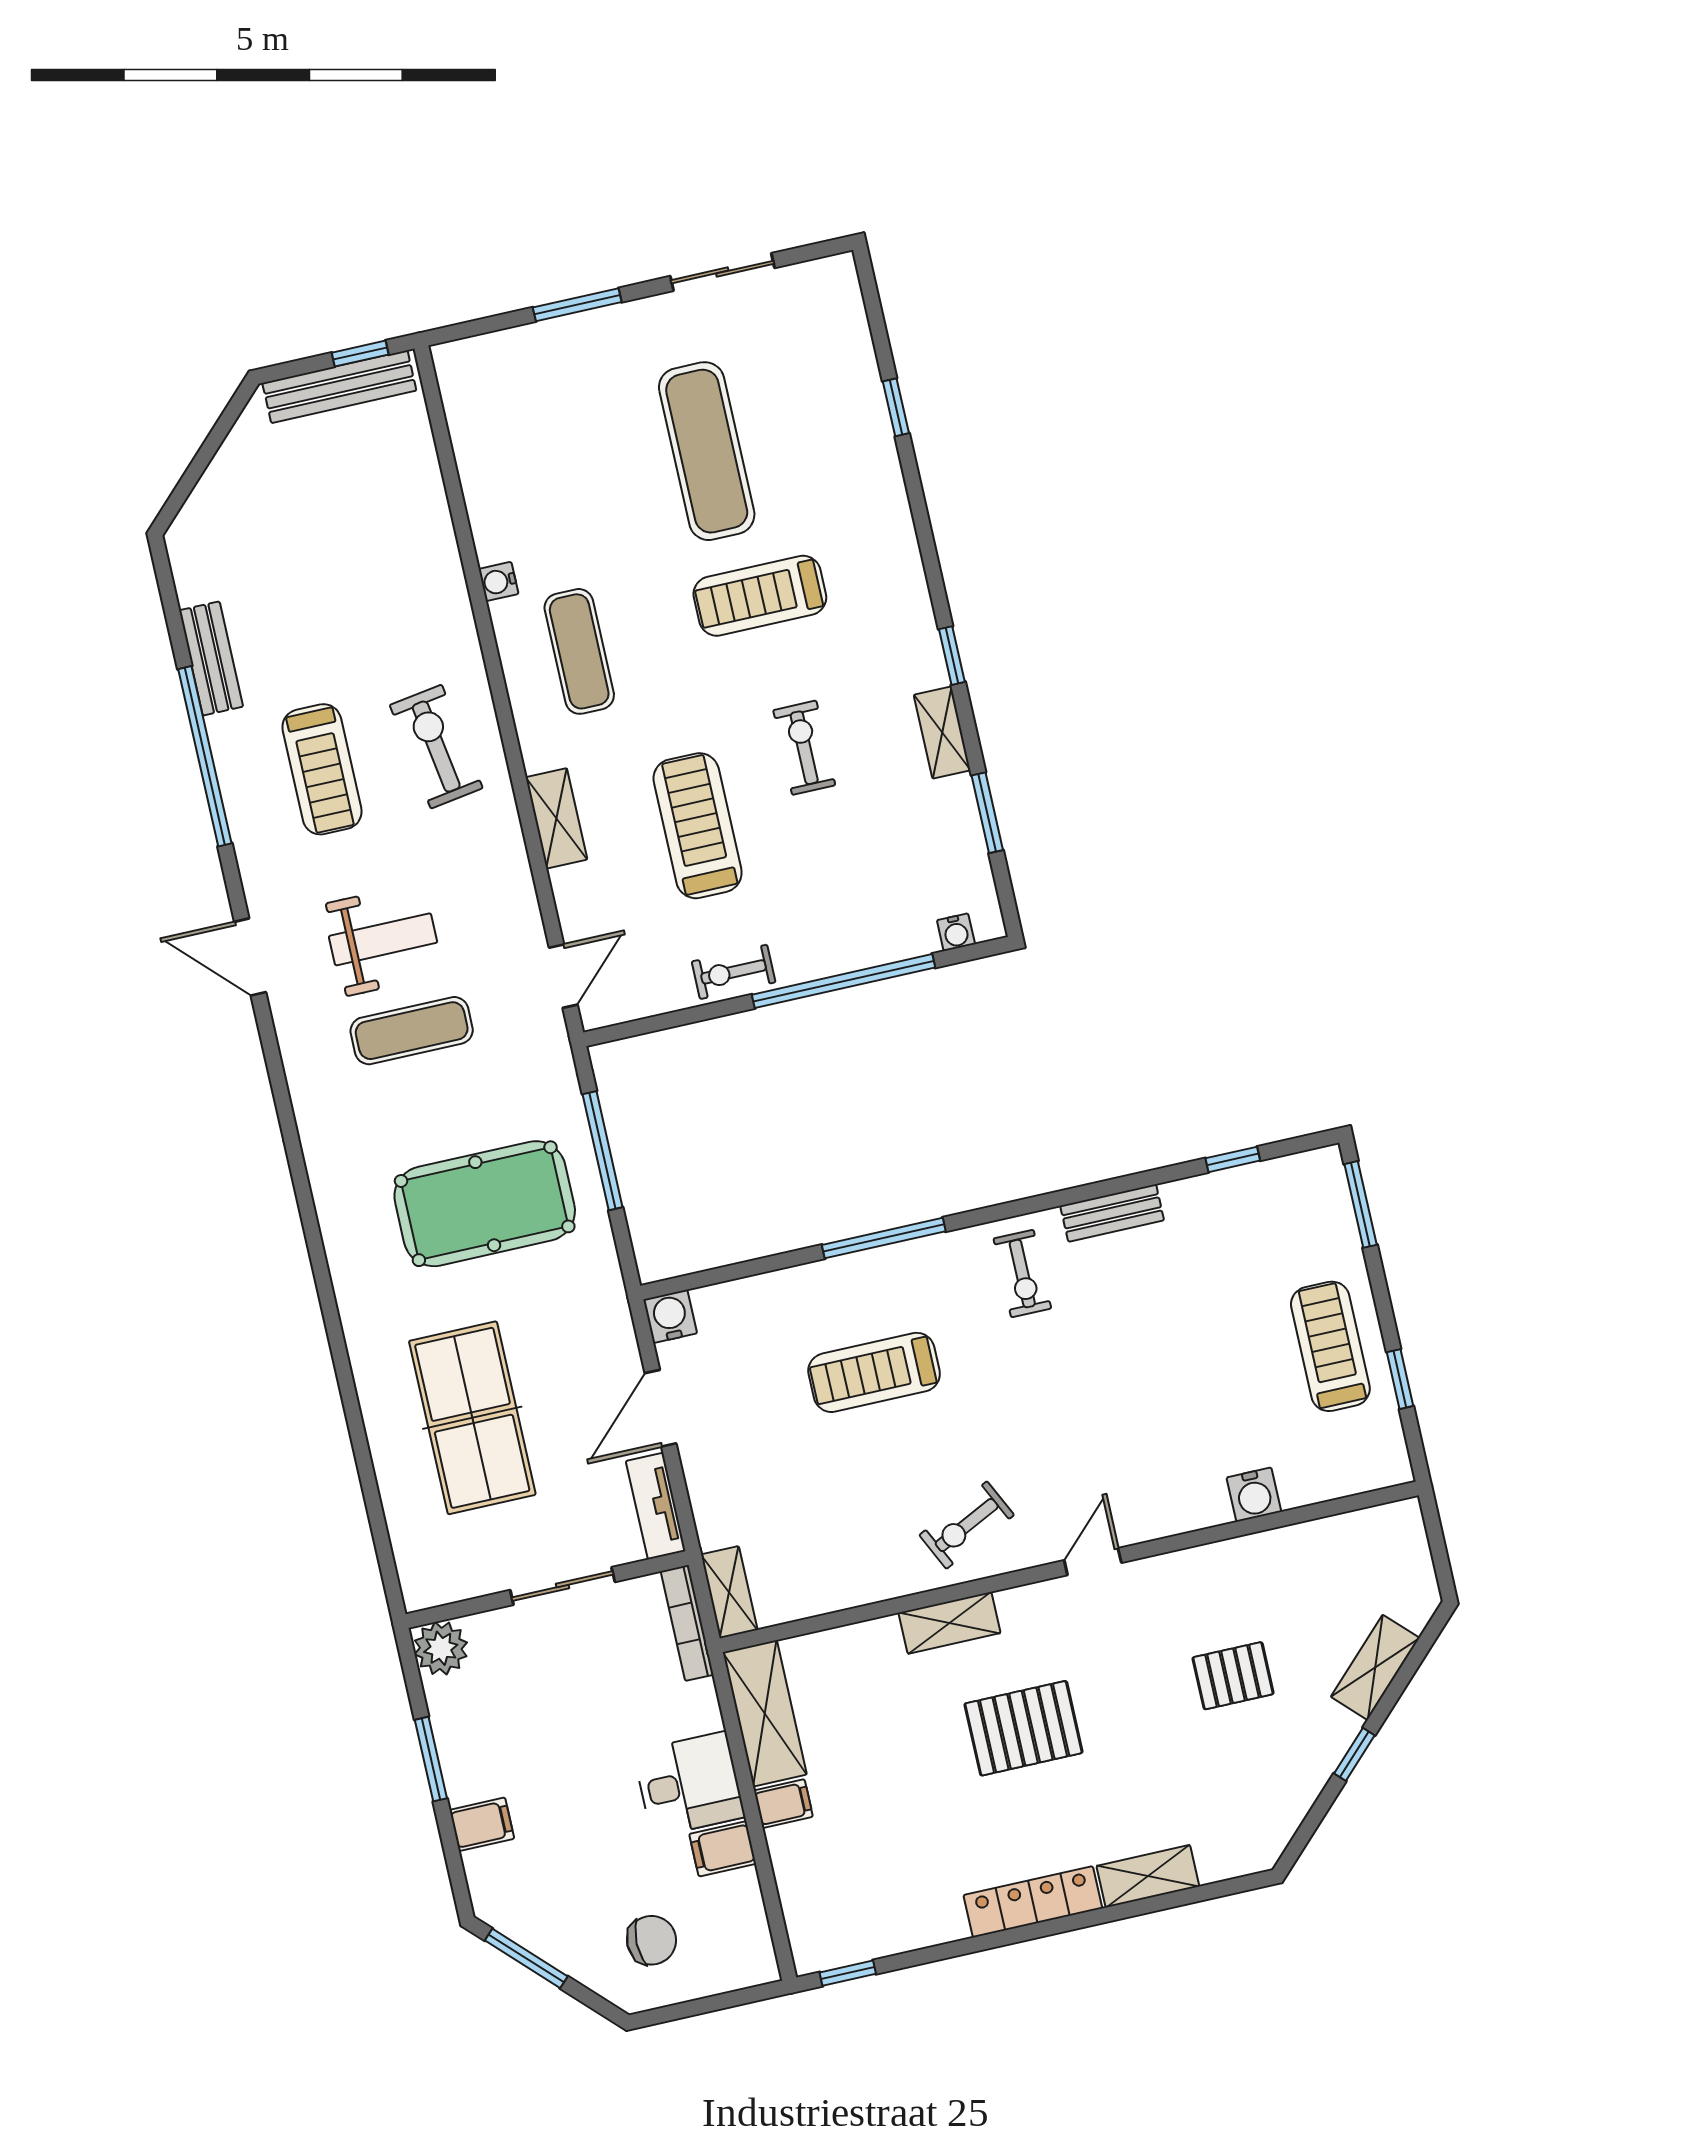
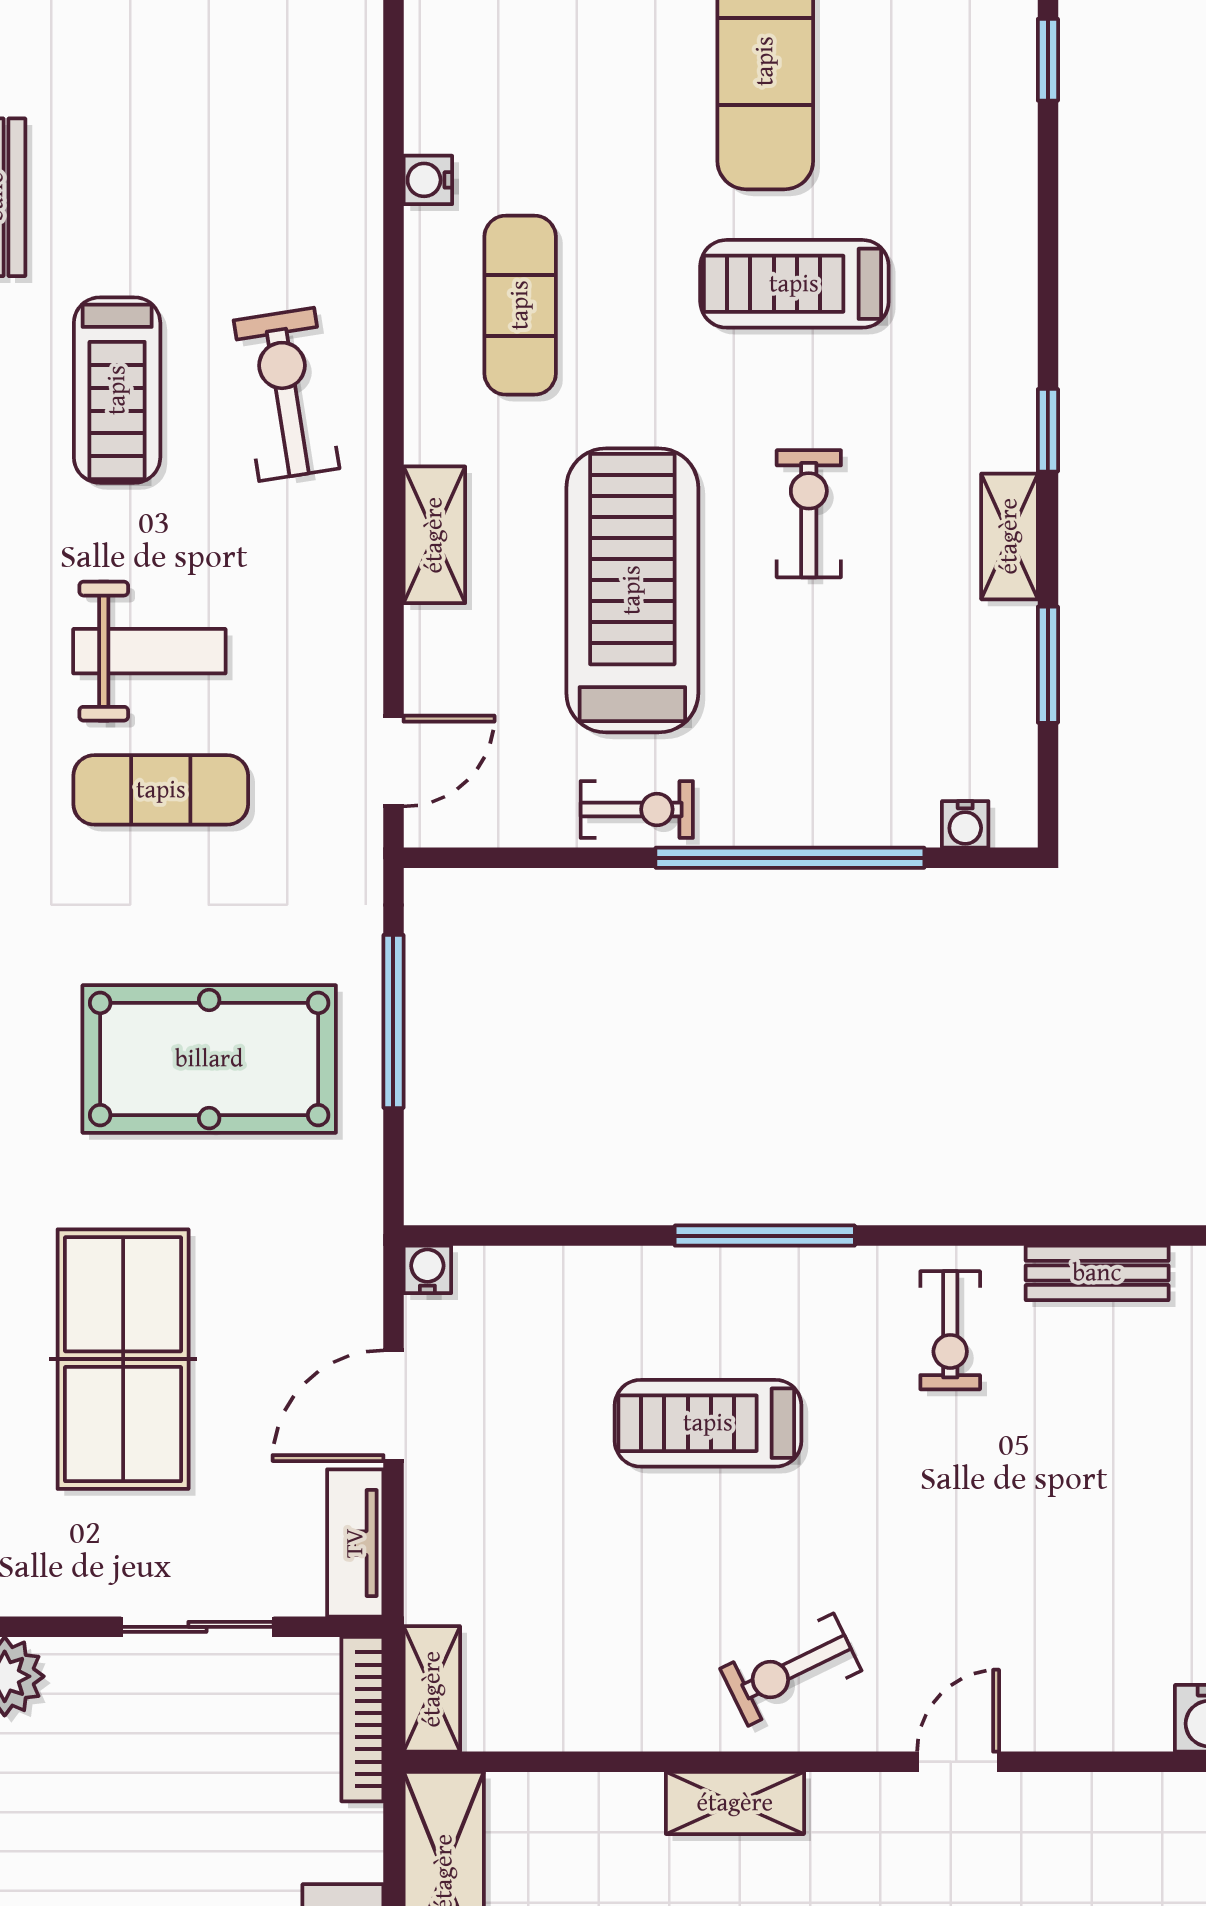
treadmill: (698, 826) -> (632, 590), width x1.37, depth x1.38
exercise bike: (734, 972) -> (637, 809), turned 180
water cooler: (670, 1316) -> (427, 1269), width x0.72, depth x0.72

